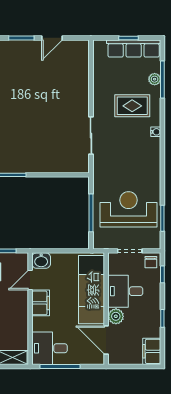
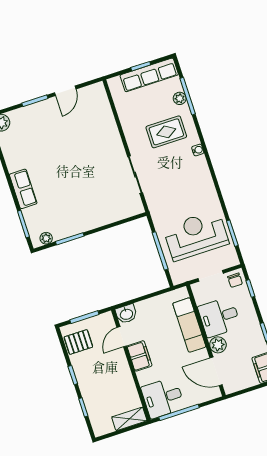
exam couch: (92, 290) -> (189, 325), width x0.73, depth x0.69

